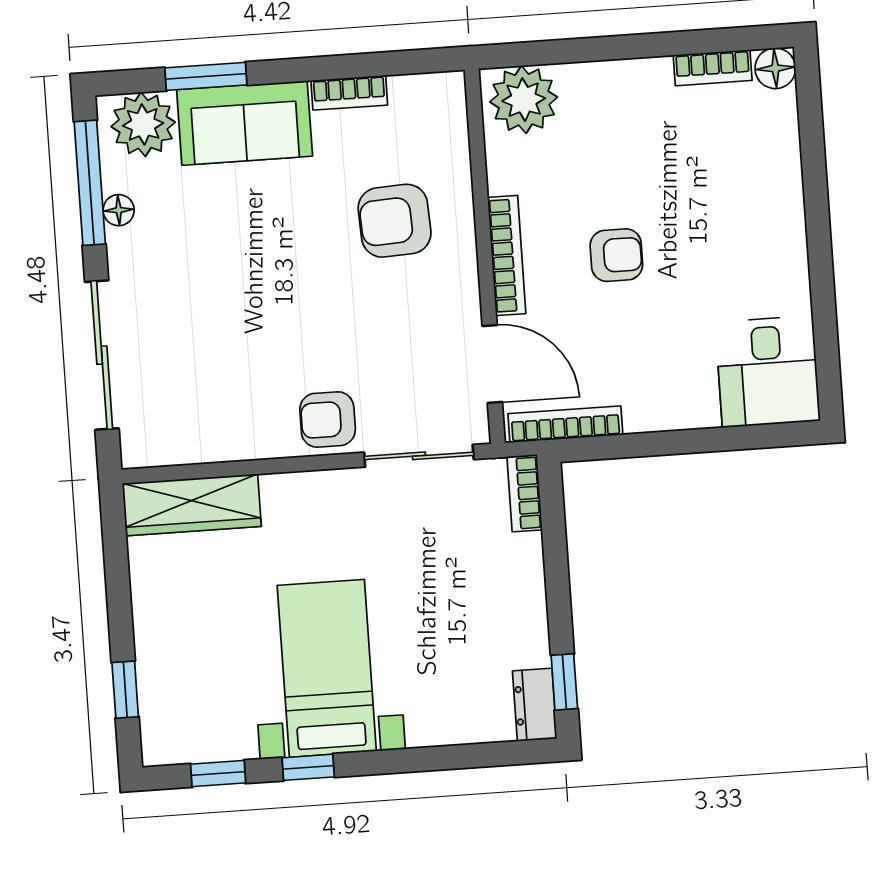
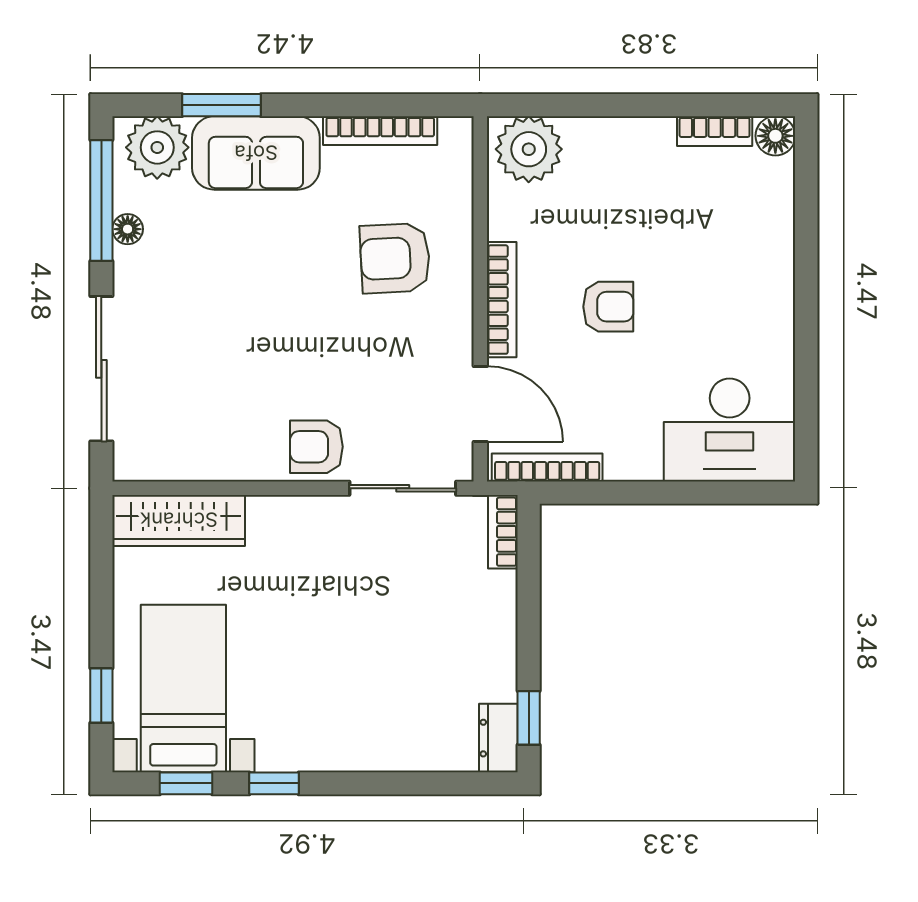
bookcase: (349, 93) -> (380, 131), width x1.56
desk: (768, 372) -> (730, 430), width x1.37
bed with nightstands: (327, 668) -> (183, 688), moved

